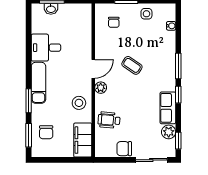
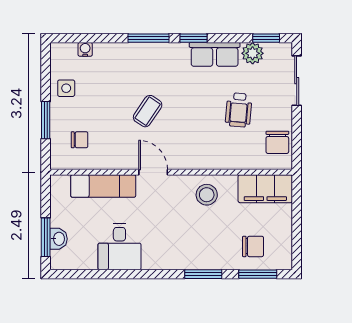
exam couch: (38, 83) -> (103, 186), moved, turned 180
plant: (101, 88) -> (183, 160), removed
wheelchair: (109, 120) -> (239, 110), moved
chair: (124, 149) -> (277, 142), moved

